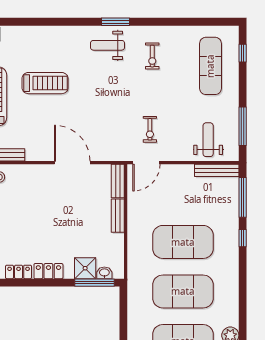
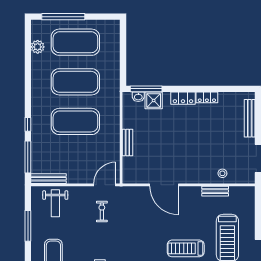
window: (243, 126) -> (28, 226), moved
bench: (118, 181) -> (128, 170), removed

